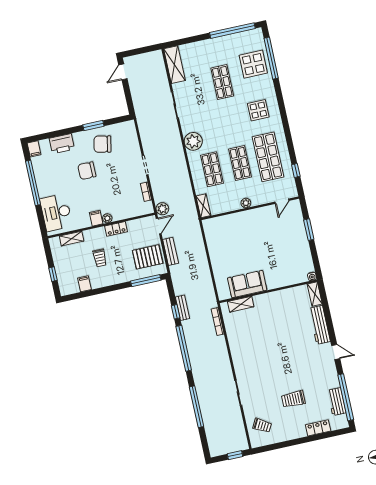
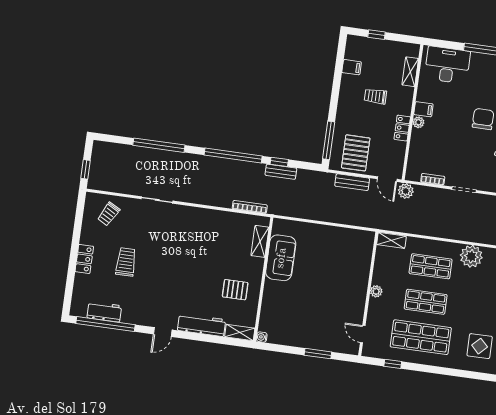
pallet: (284, 309) -> (235, 290), added
locker: (318, 428) -> (84, 259), moved

